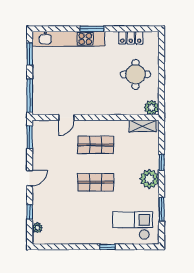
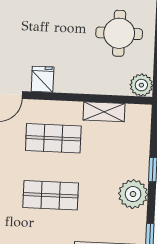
fridge: (87, 107) -> (43, 79), added
shelving: (143, 126) -> (104, 112), moved

